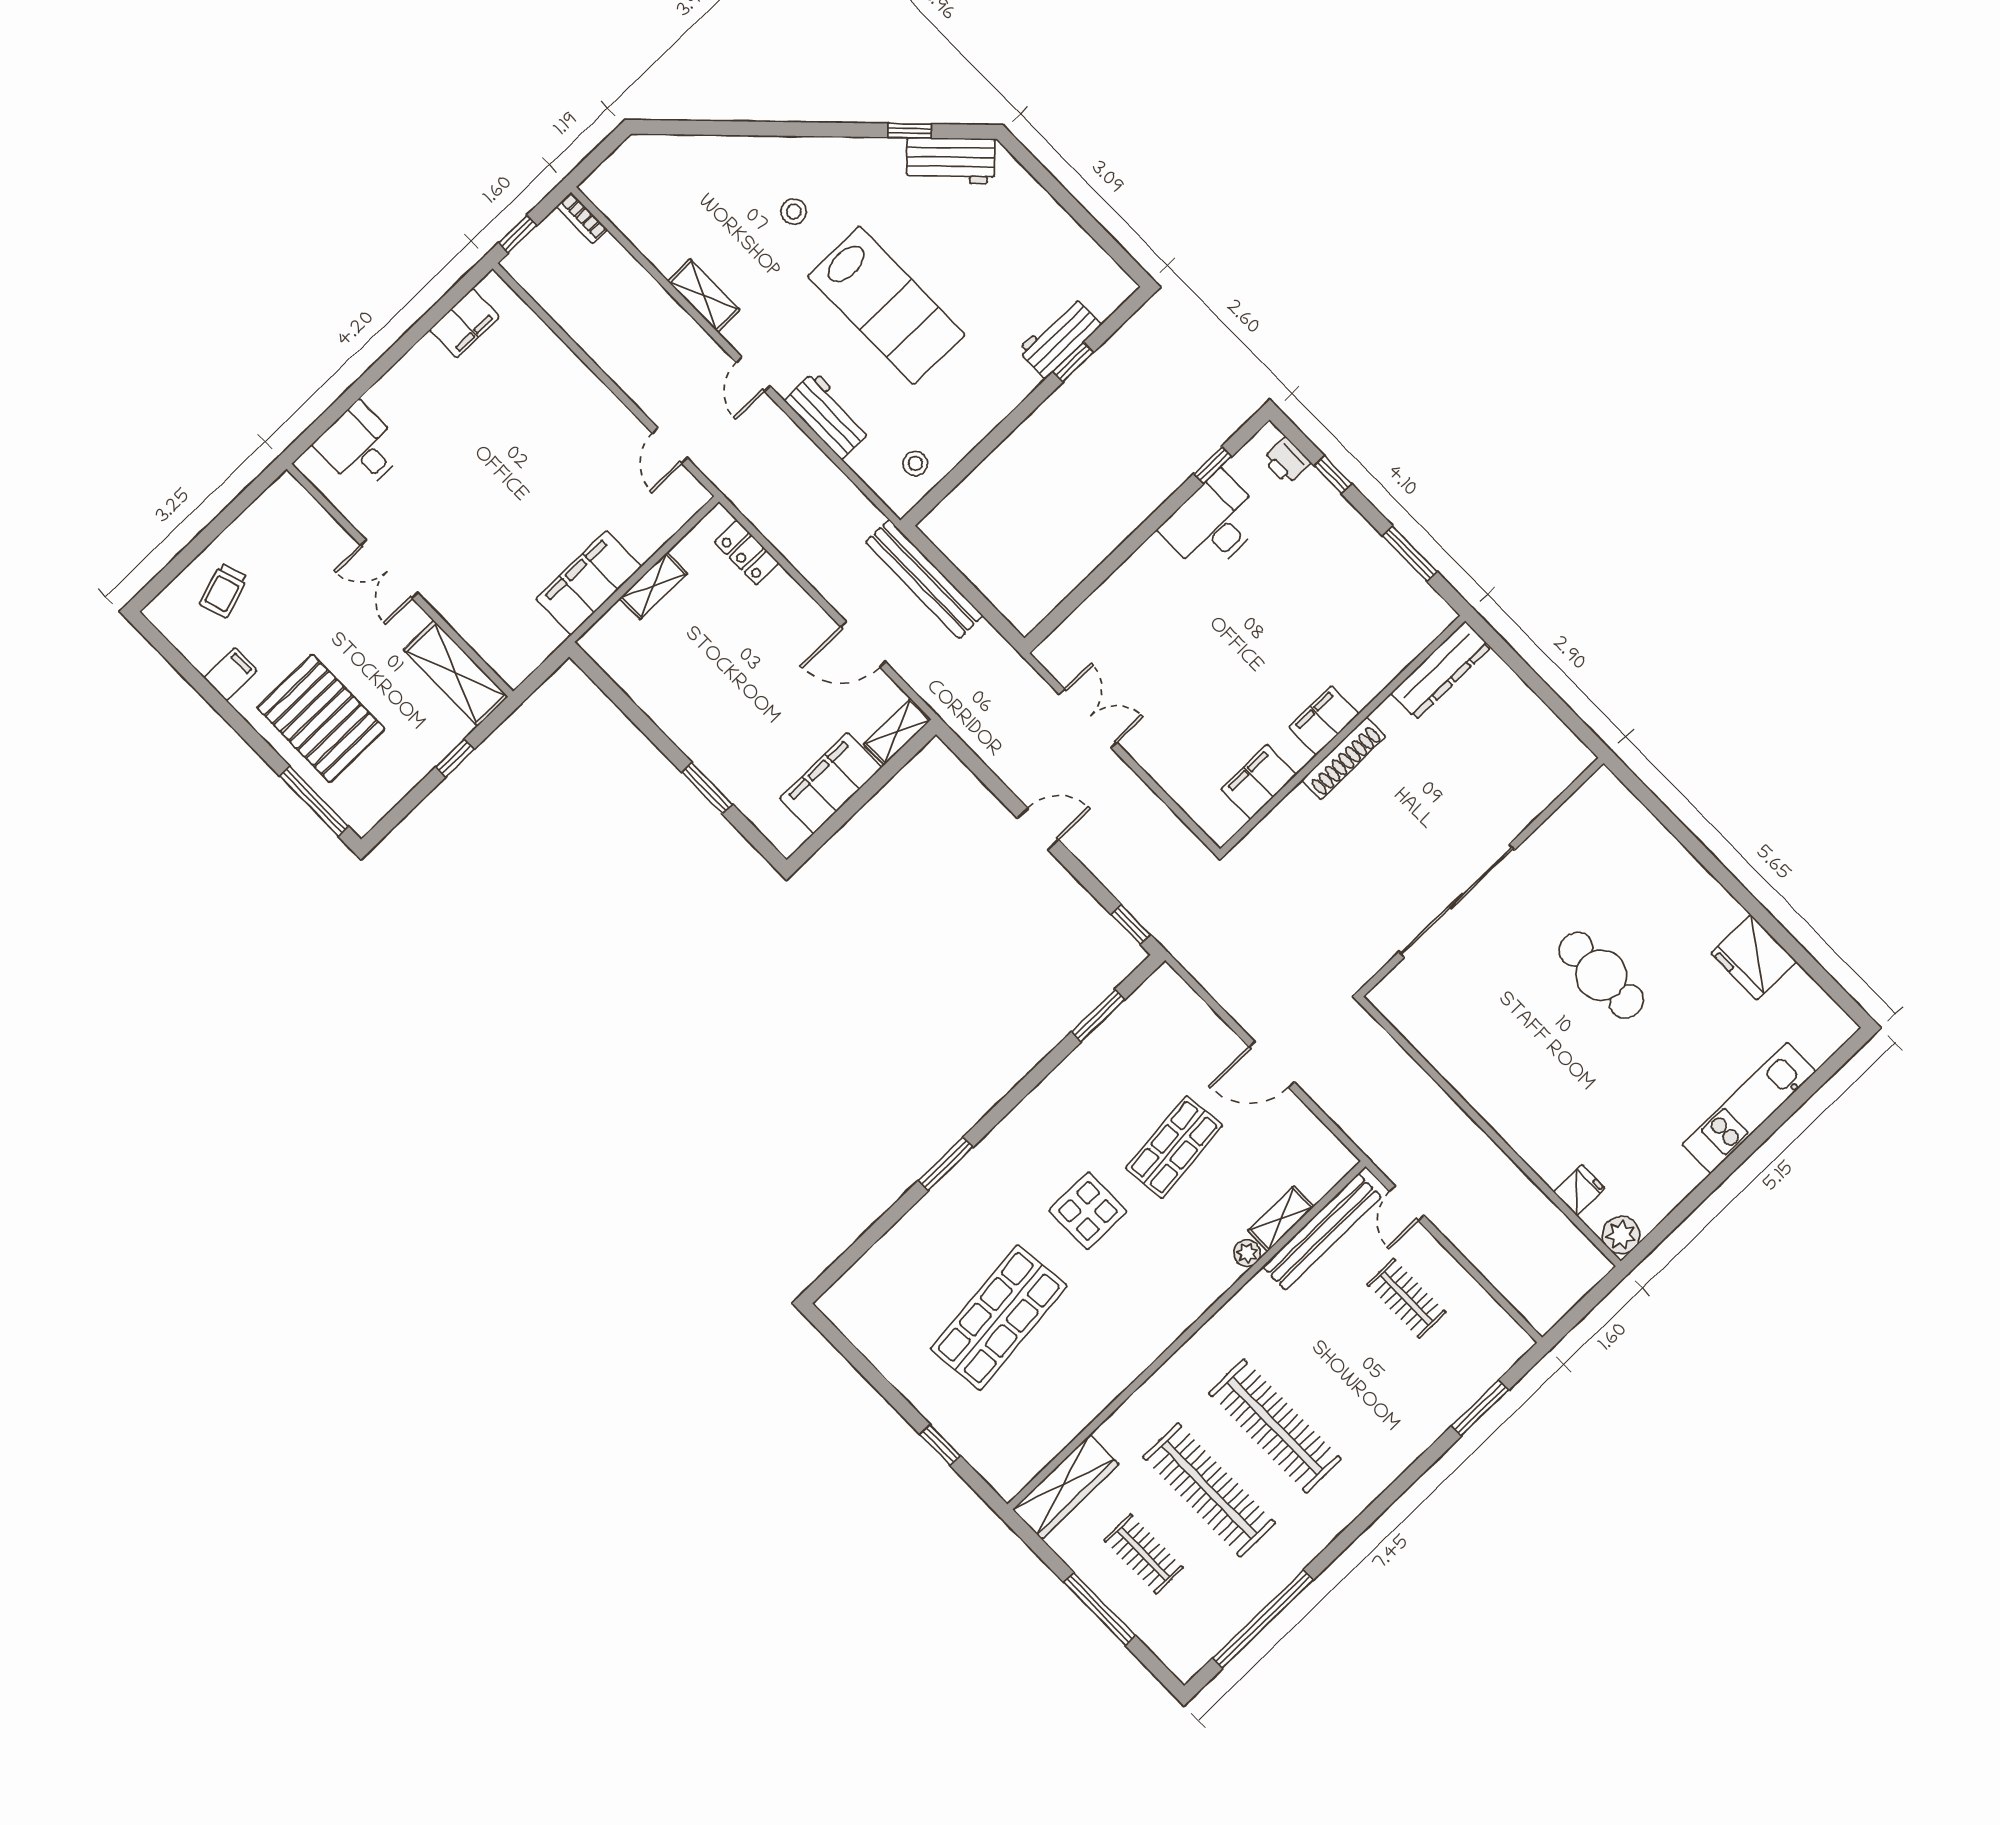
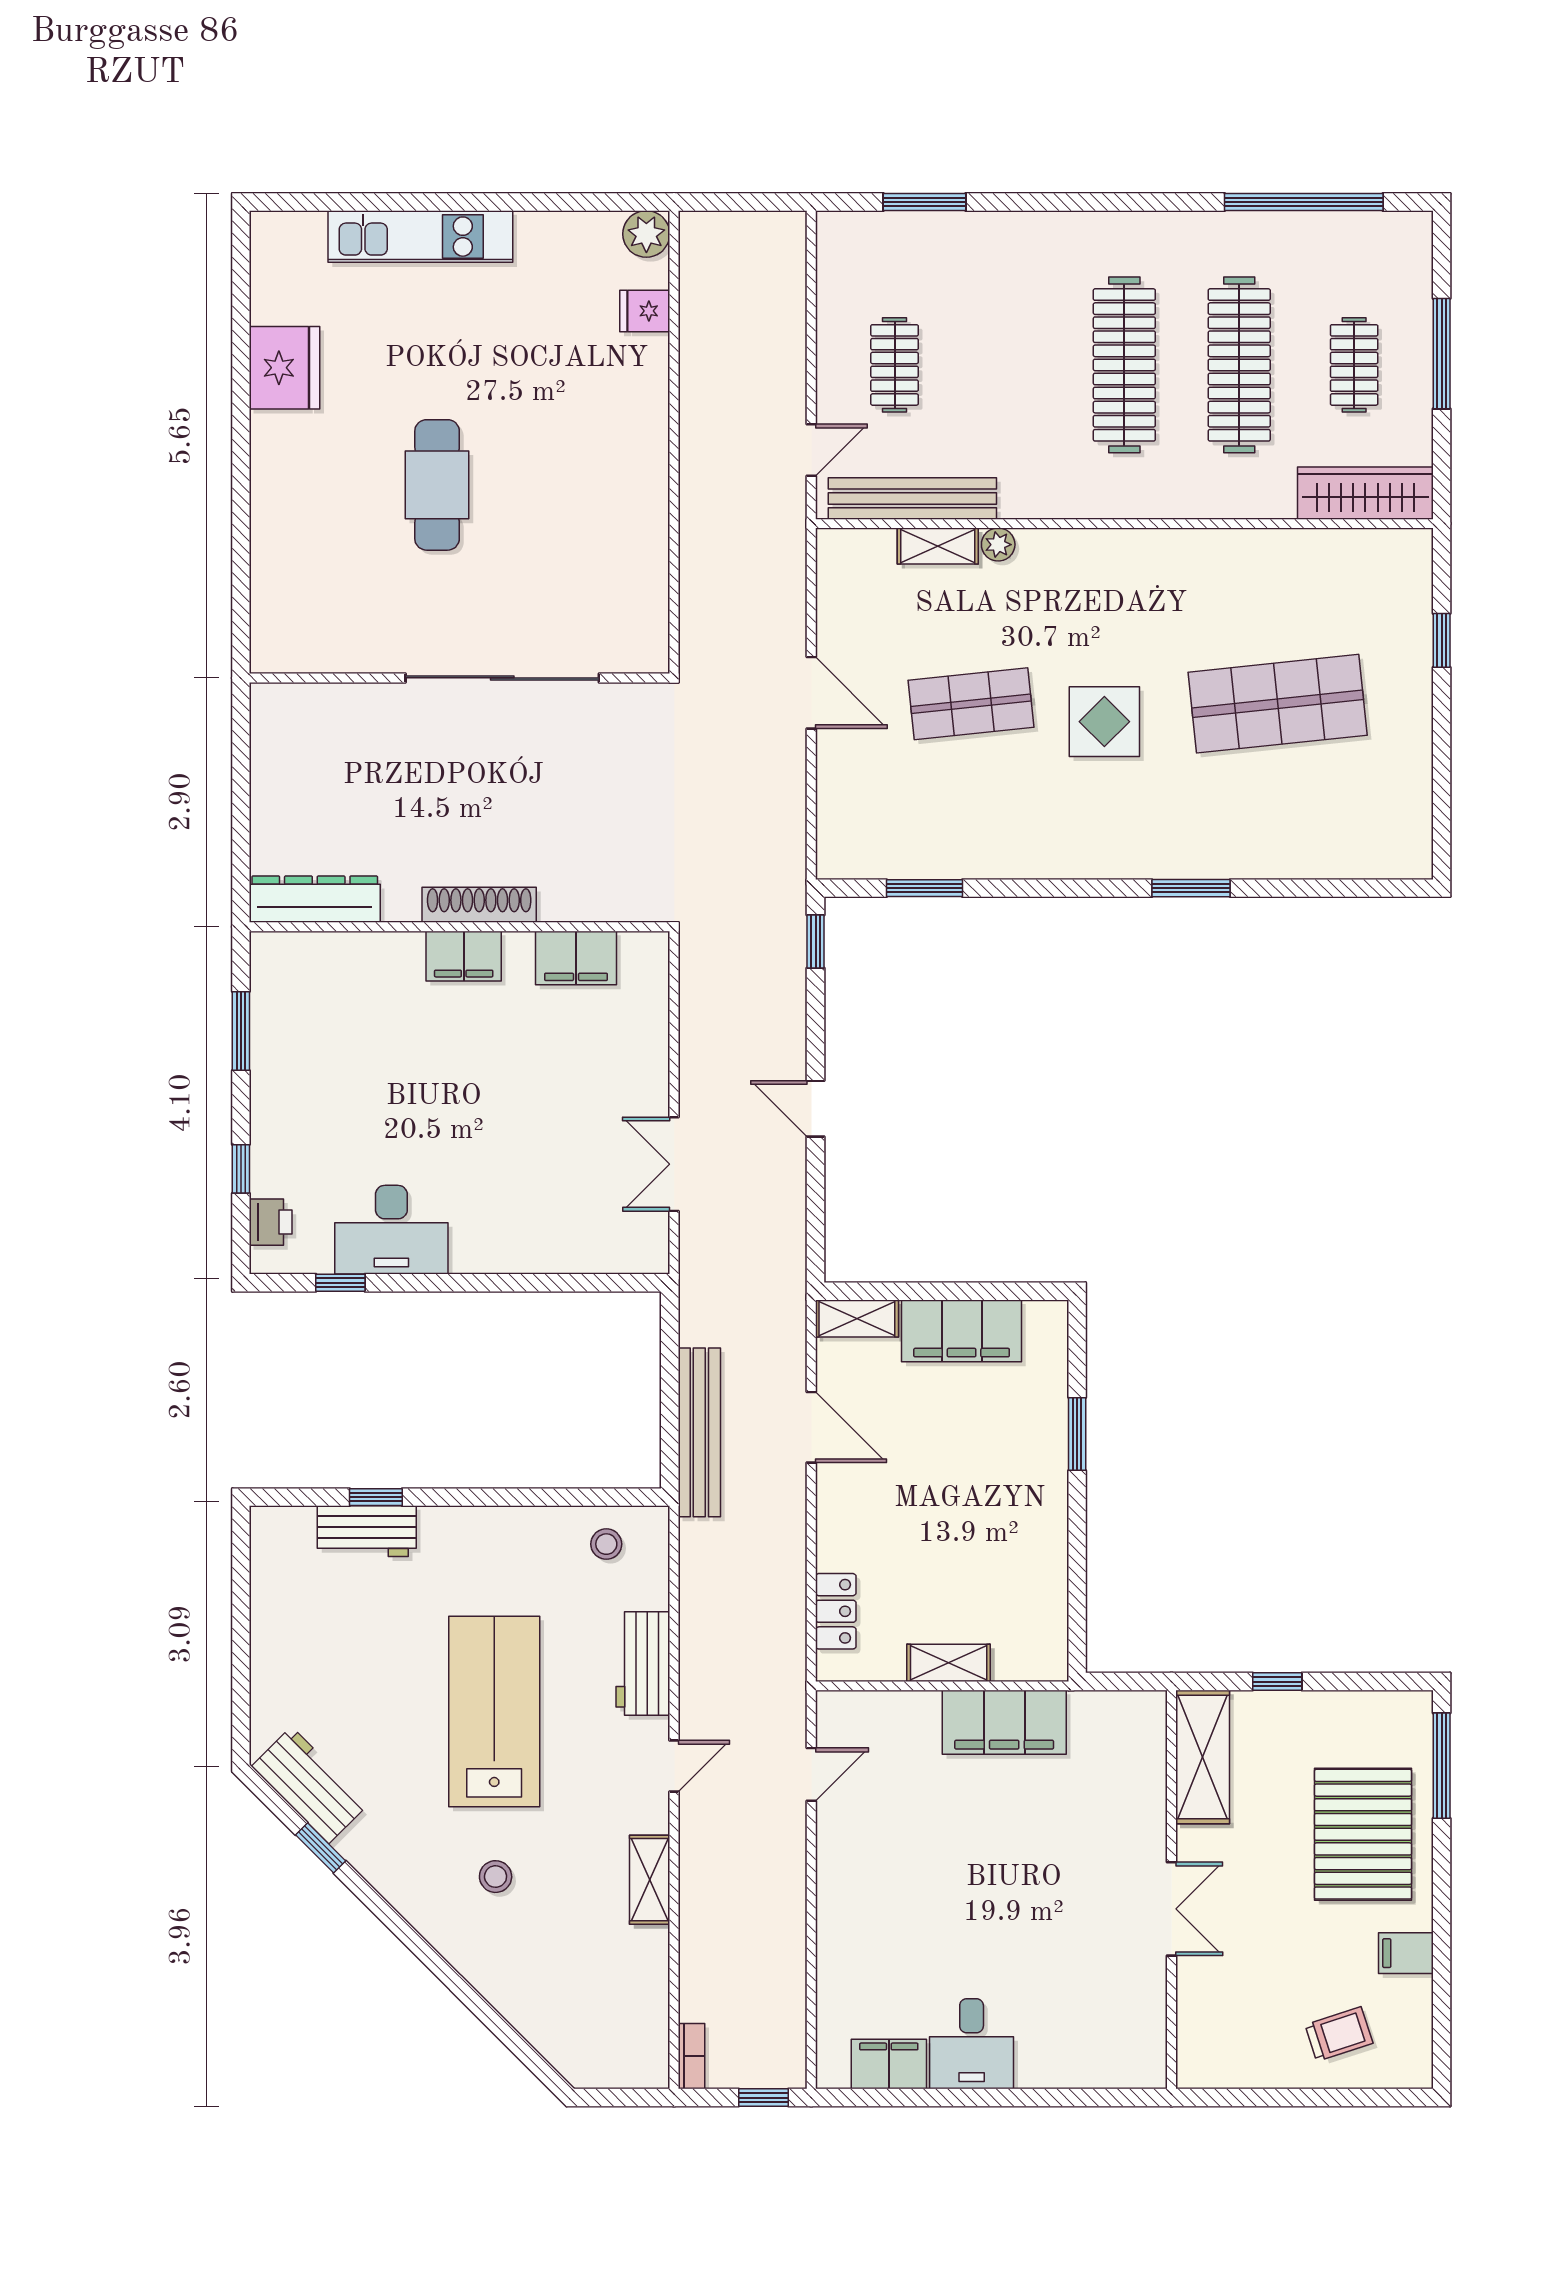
desk: (360, 447) -> (972, 2044), moved

